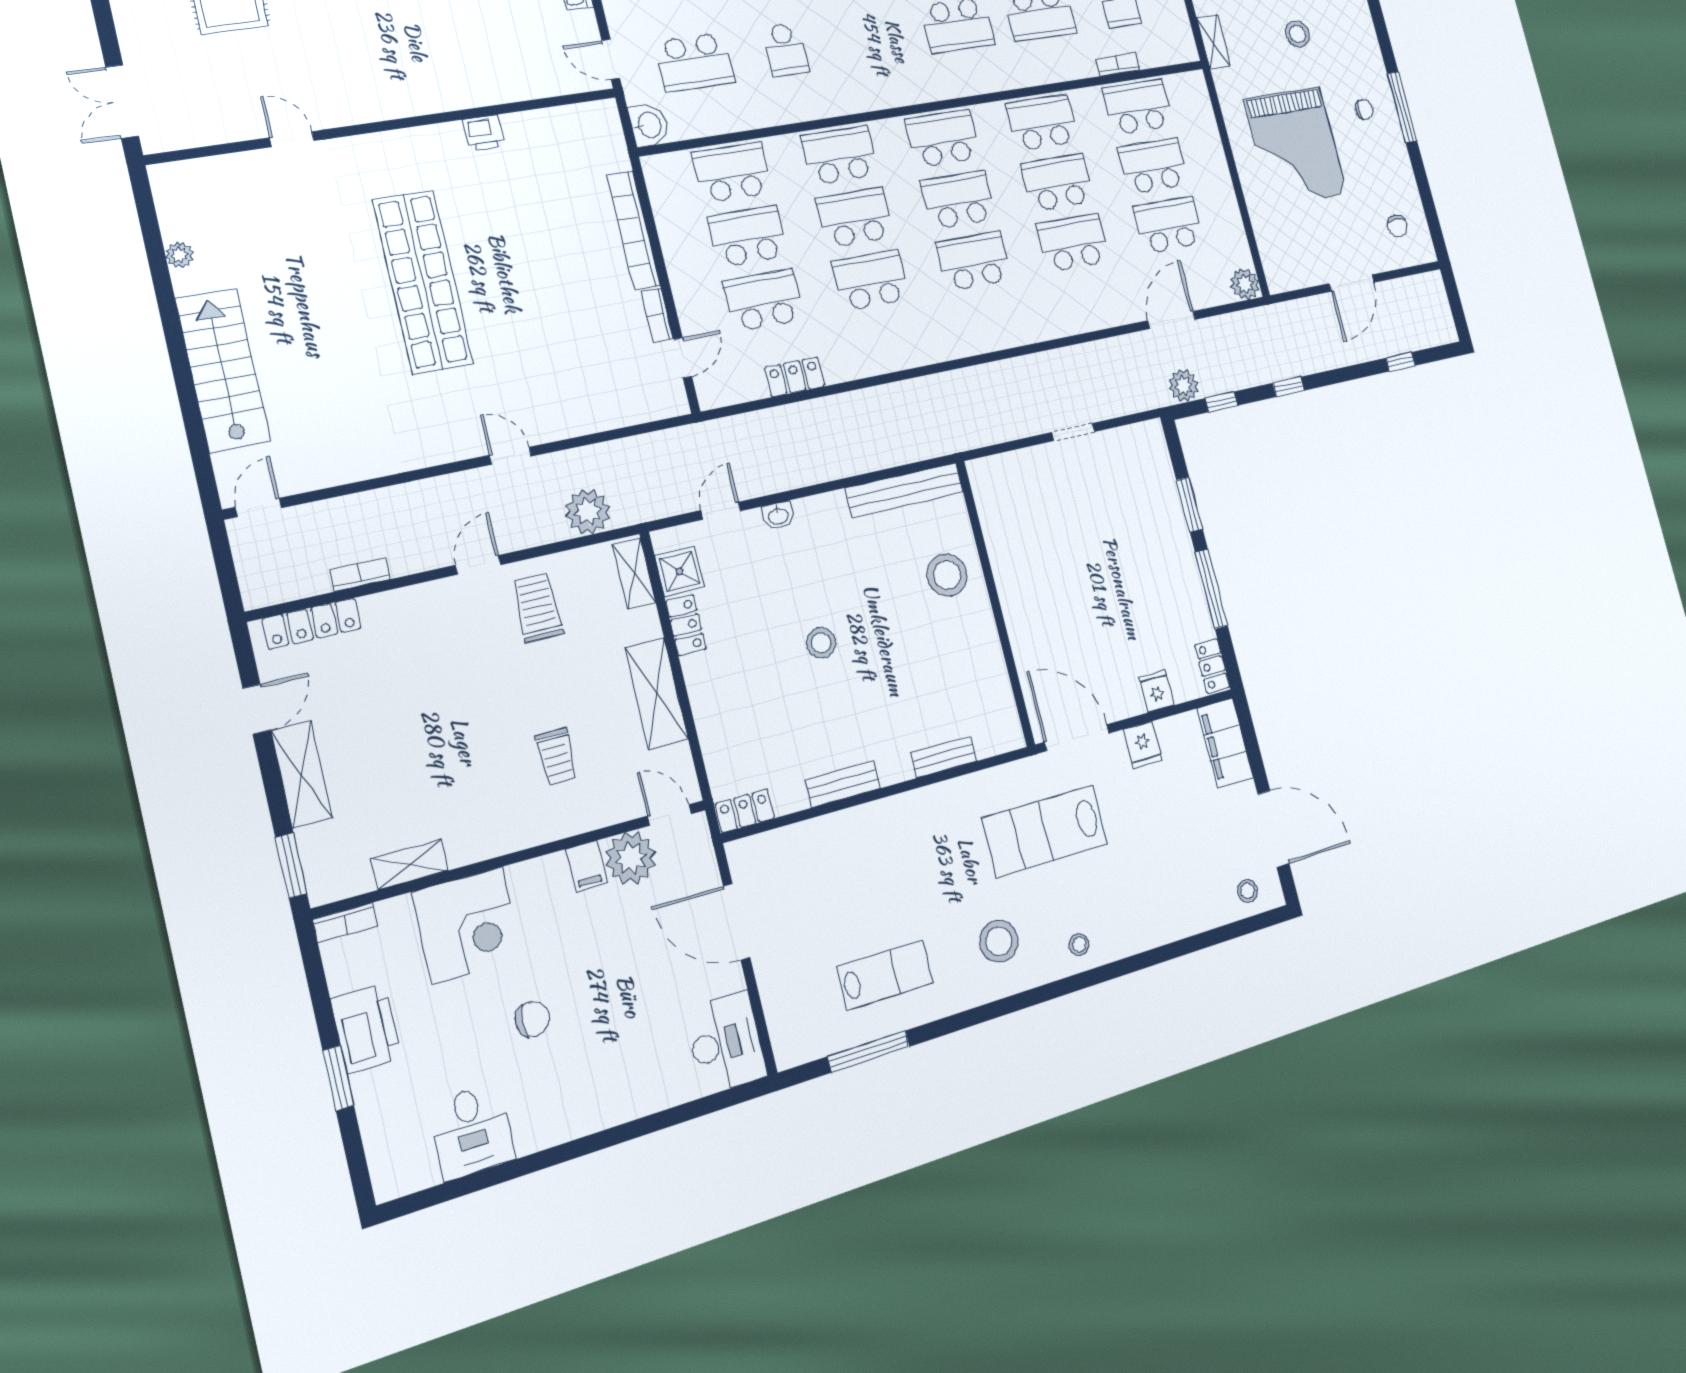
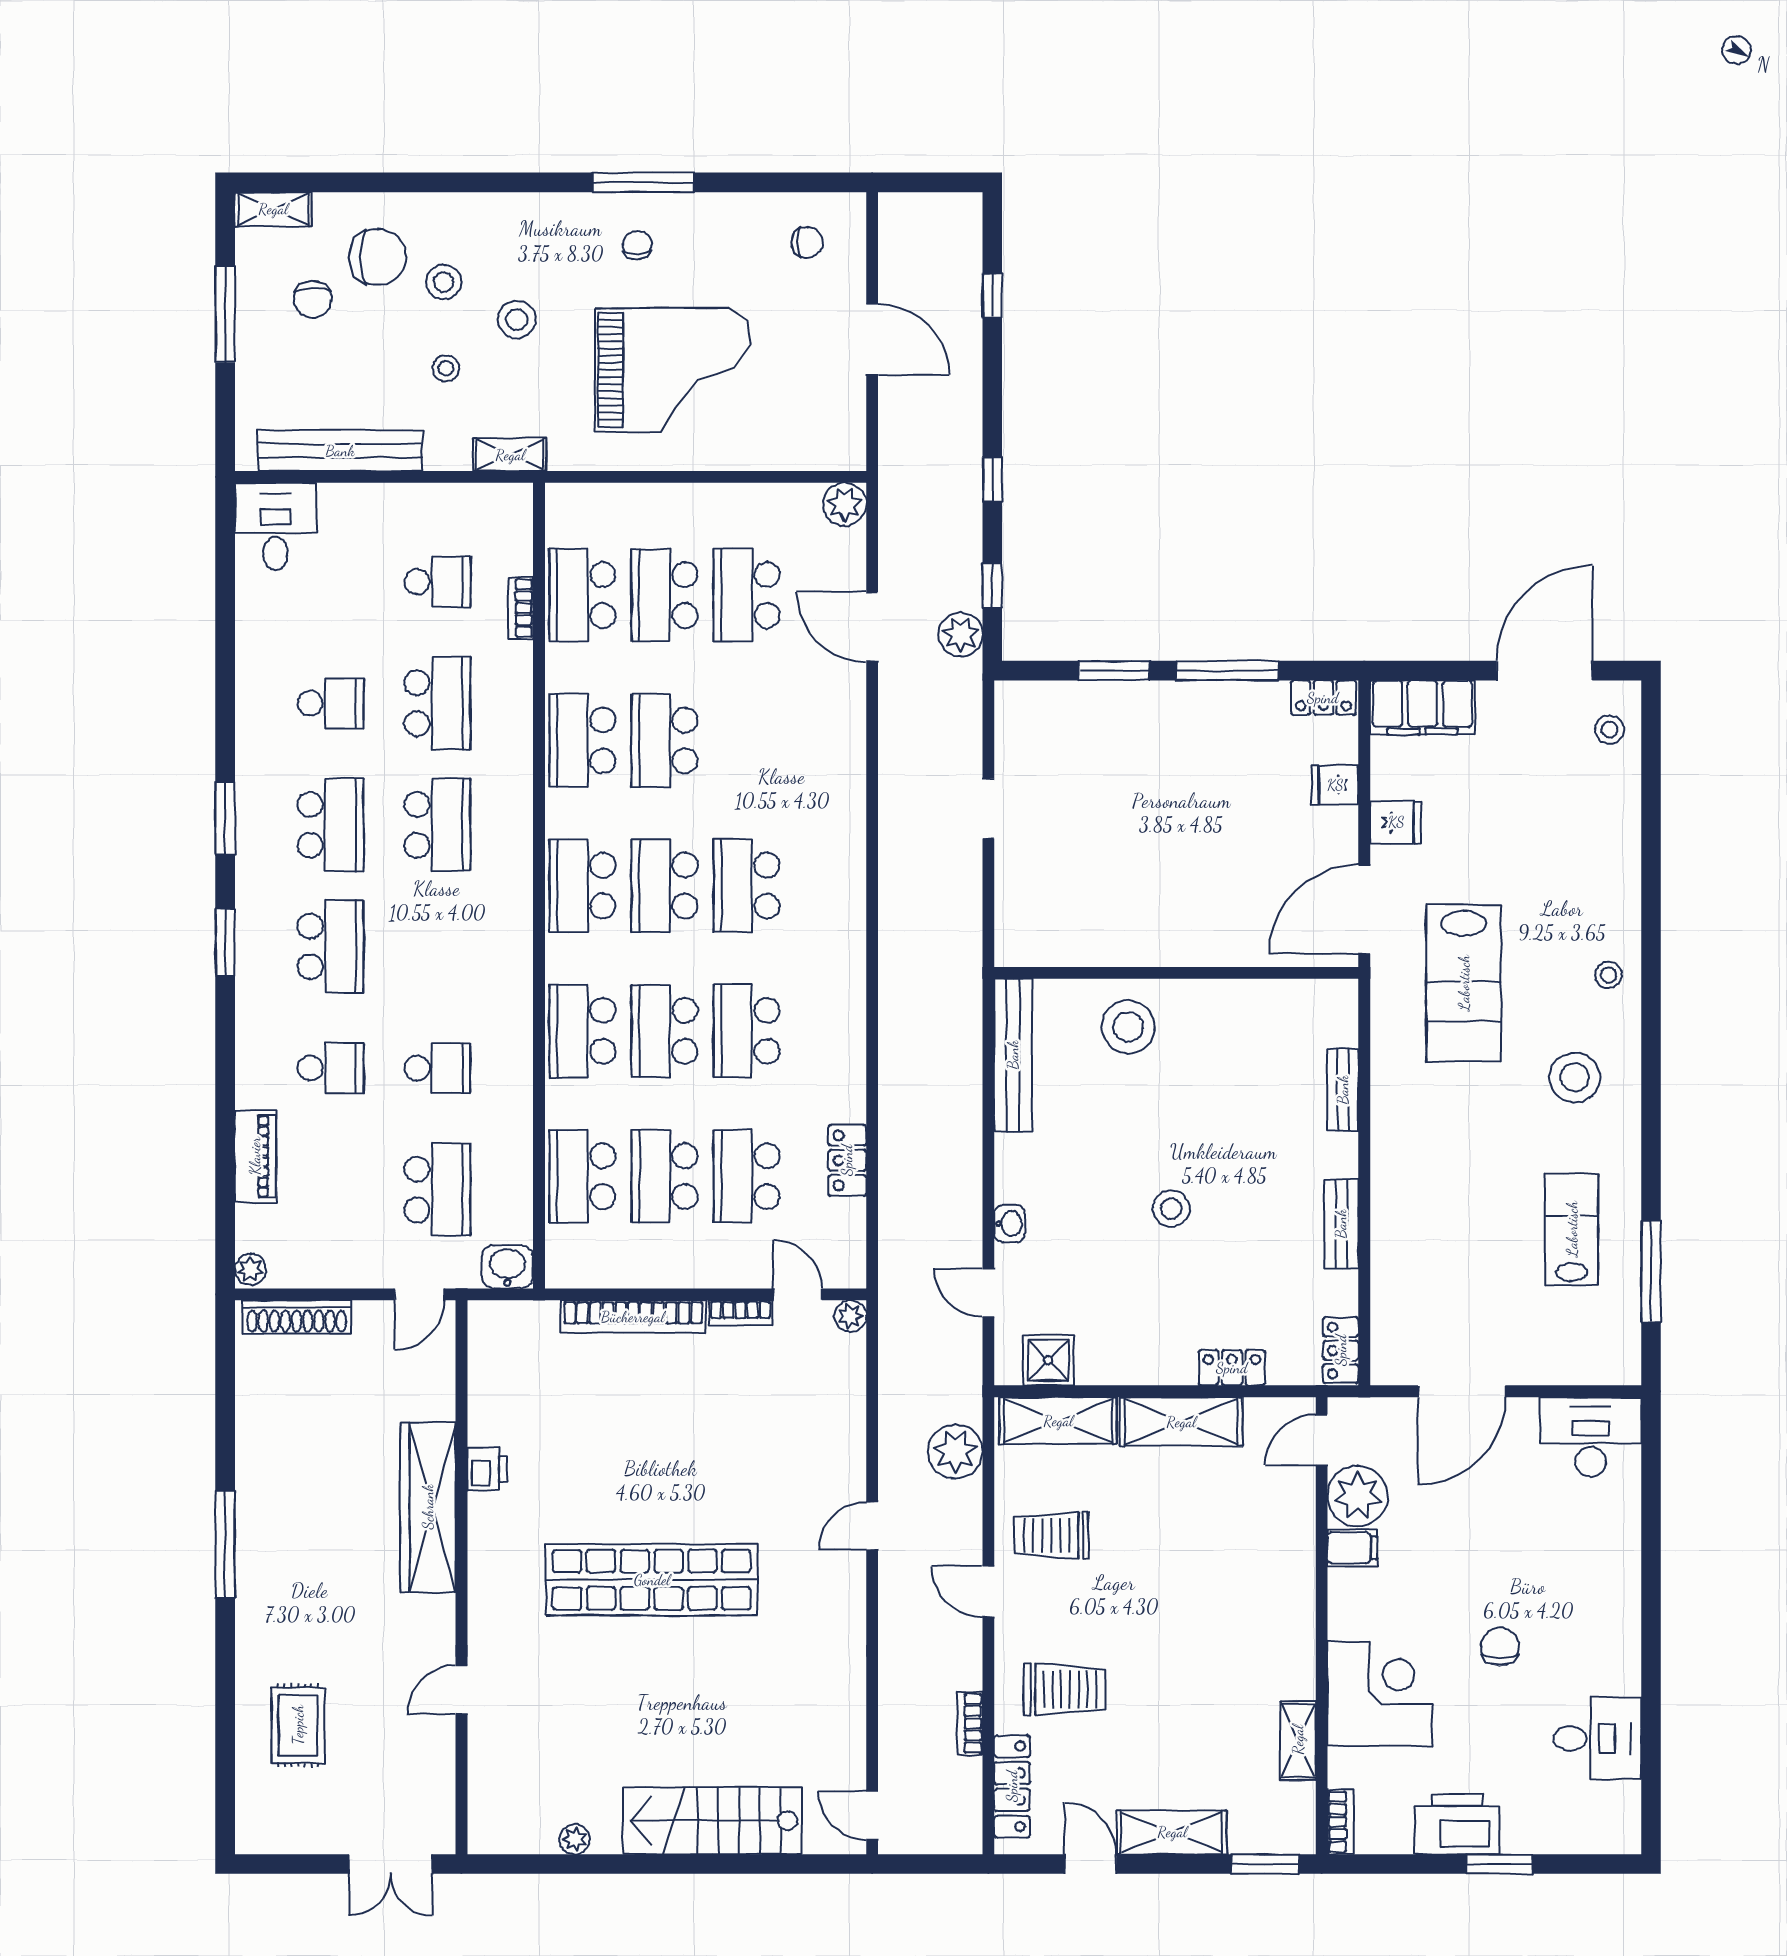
wardrobe: (441, 90) -> (428, 1507), added
school desk: (1073, 243) -> (747, 740), removed
plant: (676, 403) -> (850, 1316), added
shelving: (634, 574) -> (1058, 1421), width x1.50, depth x1.33
locker: (686, 625) -> (1232, 1368), moved
trolley: (556, 757) -> (1065, 1689), moved, width x1.36, depth x1.39

